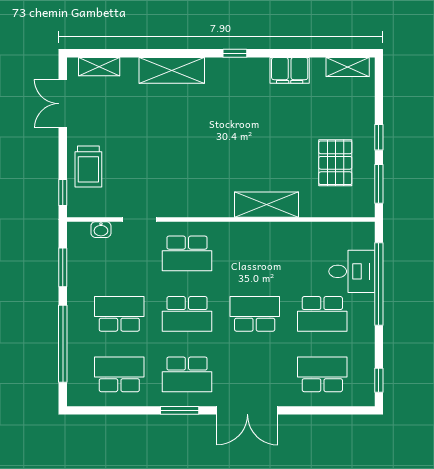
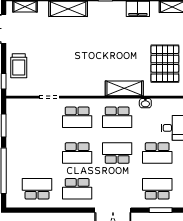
pallet: (335, 163) -> (165, 64), width x1.37, depth x1.41
washbasin: (101, 230) -> (145, 103), moved
school desk: (119, 314) -> (117, 117), moved, turned 180
window: (180, 410) -> (161, 210), moved

